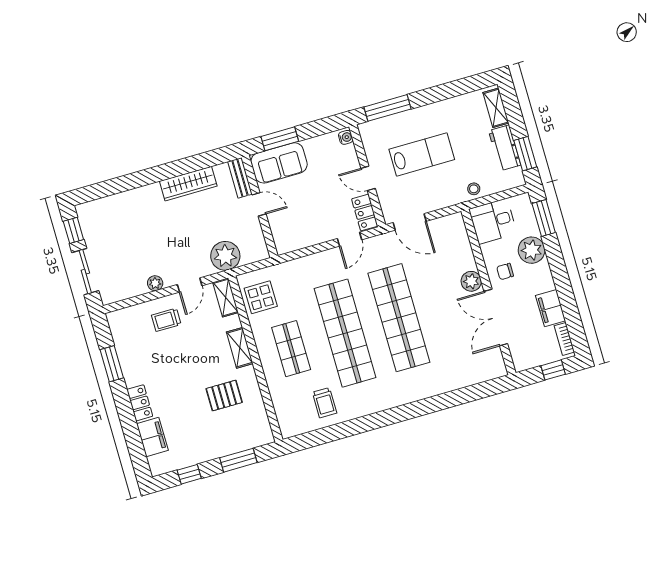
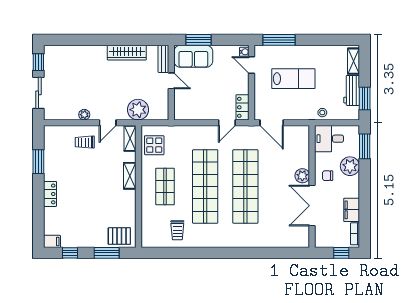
door: (368, 178) -> (252, 65), moved
pallet: (224, 396) -> (119, 236), moved
filing cabinet: (152, 437) -> (52, 241), moved, width x0.50

